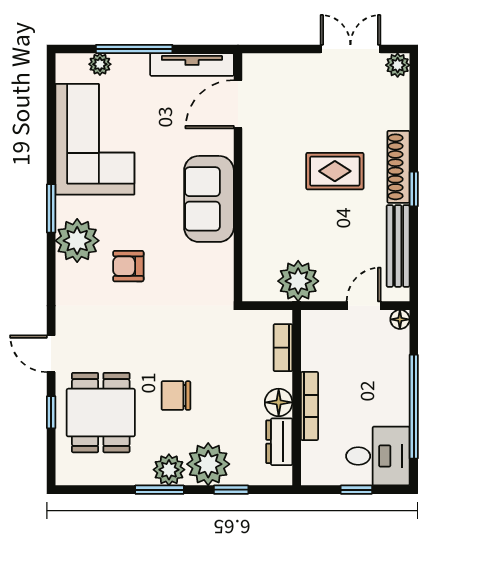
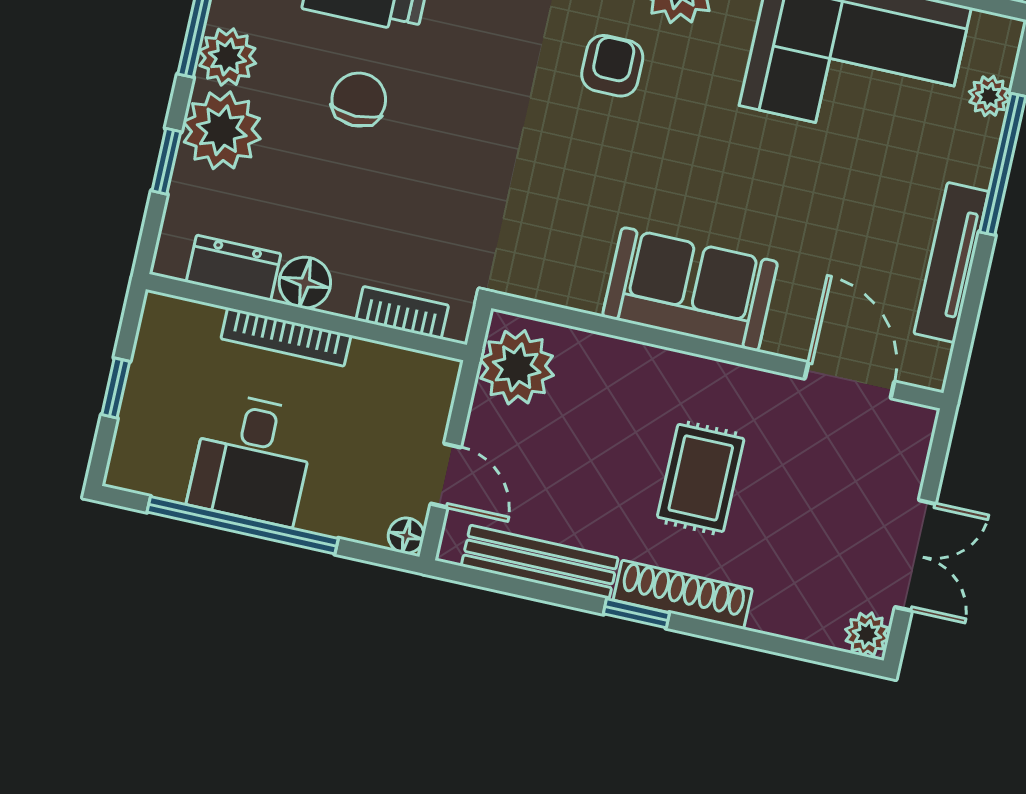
door: (238, 104) -> (850, 380), moved
wall: (238, 177) -> (717, 351), moved
sofa: (209, 199) -> (690, 289), moved
desk: (378, 456) -> (252, 459), moved

